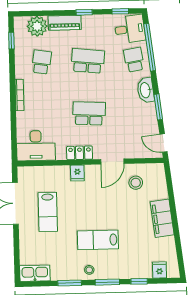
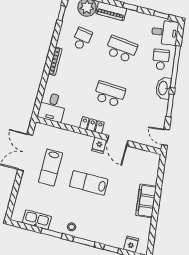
window: (150, 47) -> (175, 67), moved
desk: (36, 146) -> (52, 107), width x0.73
door: (112, 161) -> (118, 141), hinge flipped
fridge: (77, 173) -> (99, 145), moved
stool: (136, 183) -> (132, 164), removed
lab bench: (98, 240) -> (89, 183), moved
kitchen sink: (35, 273) -> (37, 220), moved

